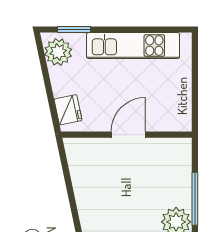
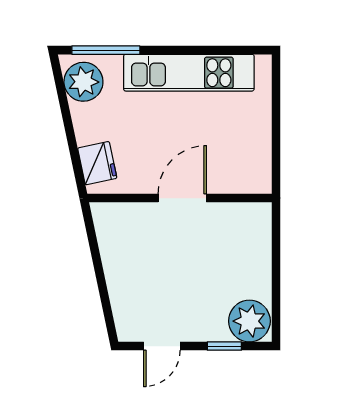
window: (74, 30) -> (106, 50), width x1.44
window: (195, 199) -> (276, 288), removed

